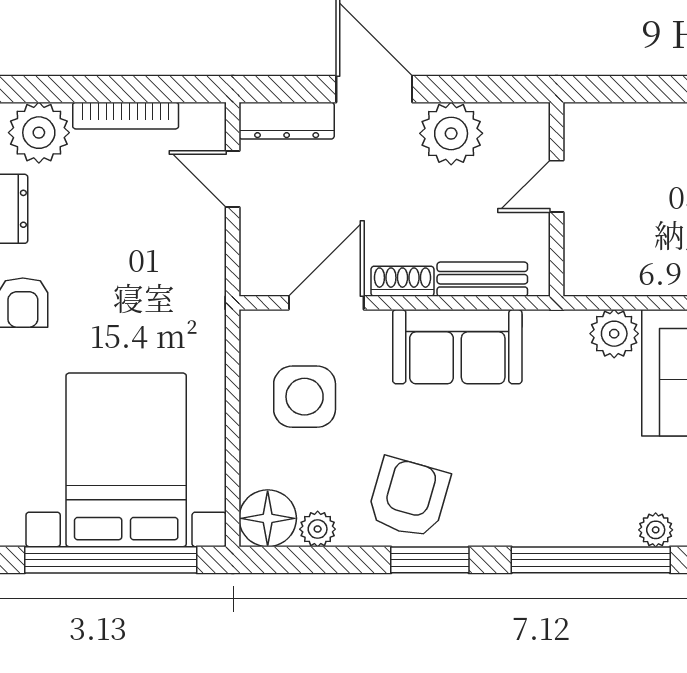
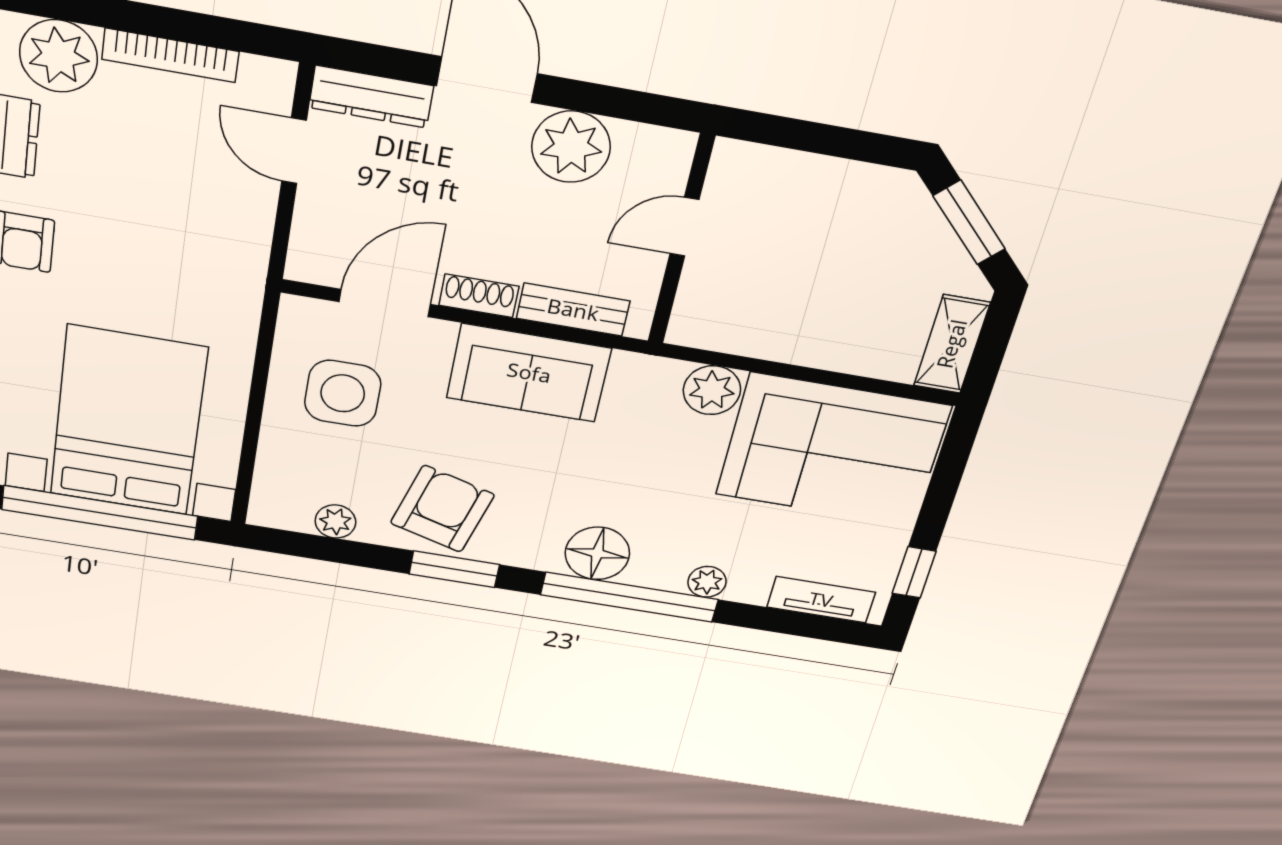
floor lamp: (268, 518) -> (597, 553), moved

